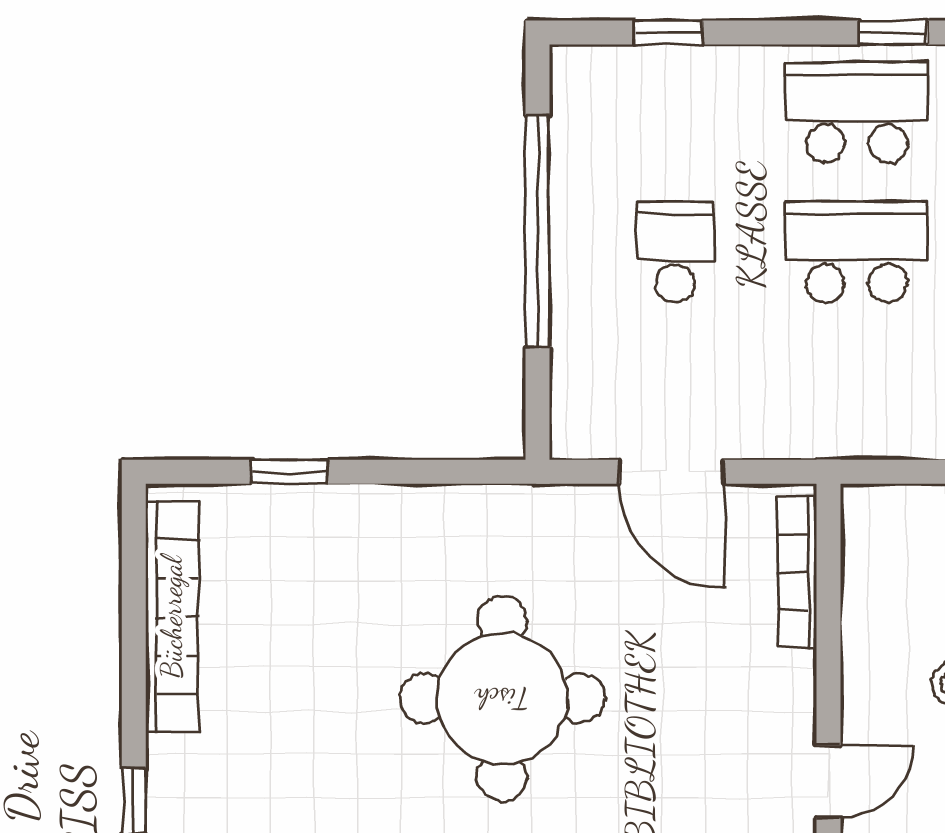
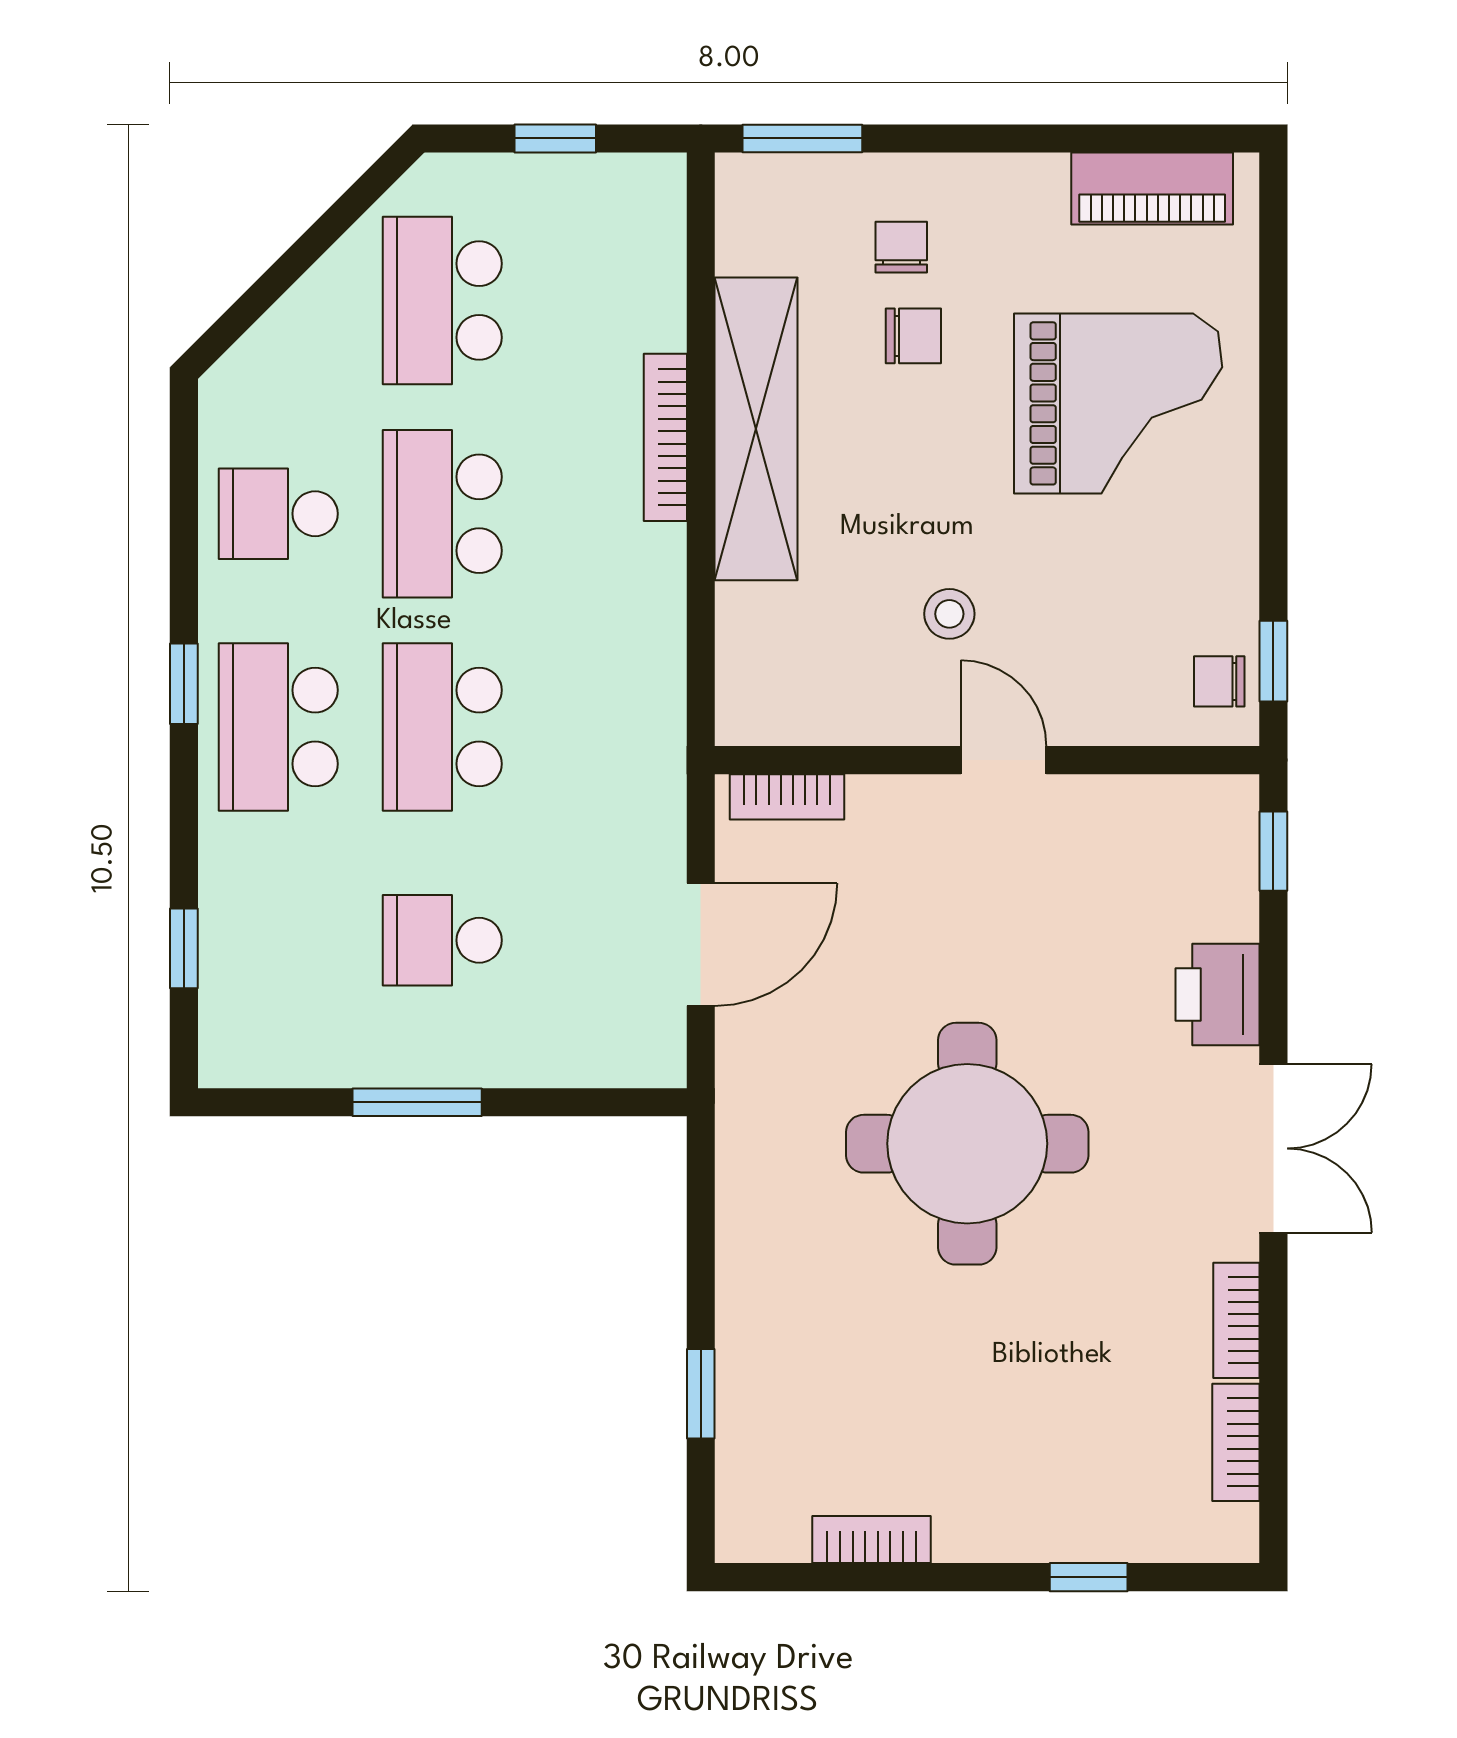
window: (538, 231) -> (417, 1102), width x0.47
bookcase: (797, 572) -> (787, 797), width x0.64
bookcase: (172, 617) -> (872, 1540), width x0.43, depth x0.76
door: (829, 781) -> (1004, 760), moved

